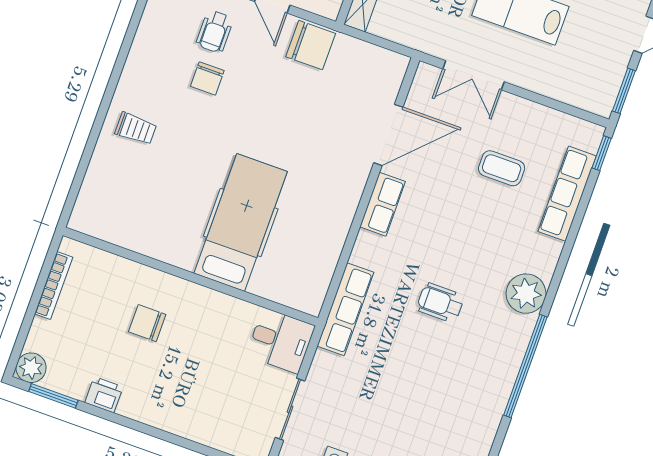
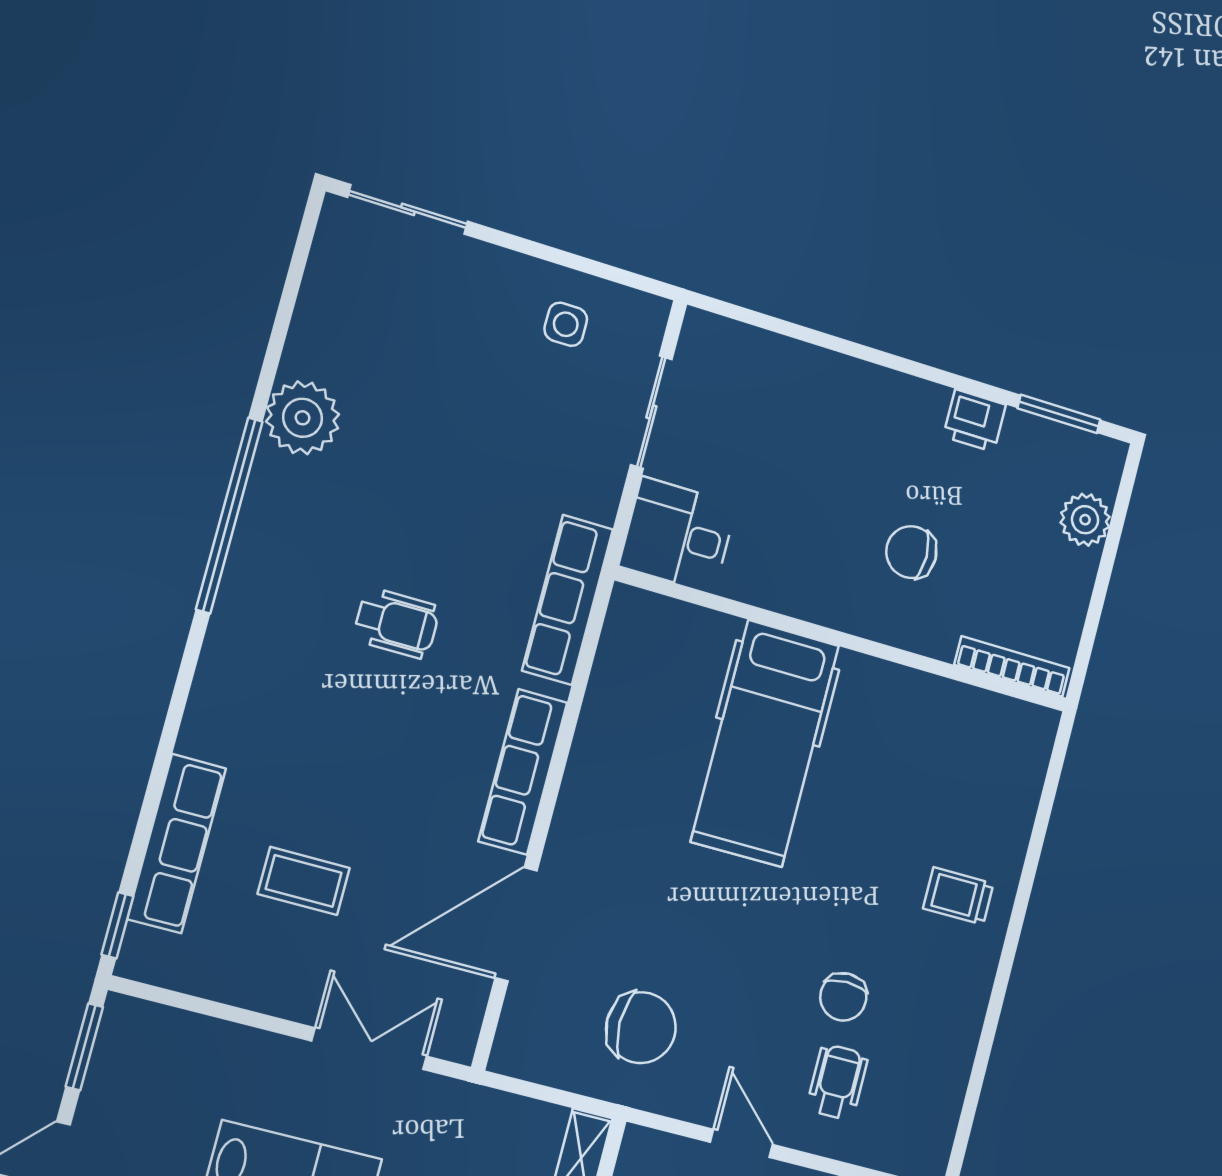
chair: (311, 45) -> (641, 1028), moved, turned 180
chair: (207, 78) -> (843, 997), turned 180
row of seats: (383, 204) -> (523, 772), width x1.48
bookcase: (54, 286) -> (1012, 666), moved, turned 90
plant: (526, 294) -> (303, 418), moved
chair: (147, 323) -> (911, 552), turned 180
plant: (31, 368) -> (1085, 520), moved

